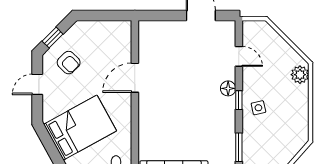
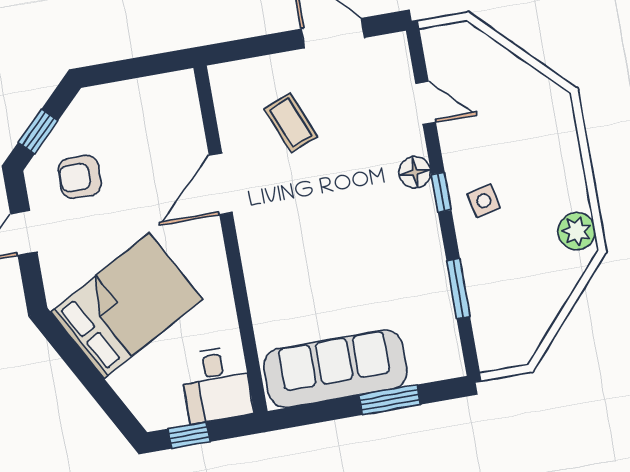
coffee table: (173, 55) -> (291, 123), added
armchair: (69, 63) -> (80, 177), turned 135
plant: (300, 75) -> (577, 231), moved

